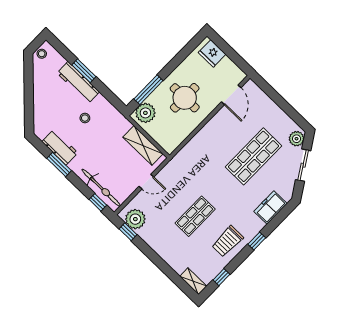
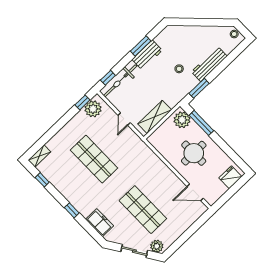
window: (84, 71) -> (199, 88), moved
workbench: (60, 147) -> (147, 55), moved
shop shelf: (195, 216) -> (94, 159), width x1.43, depth x1.36
trolley: (227, 241) -> (72, 186), removed

